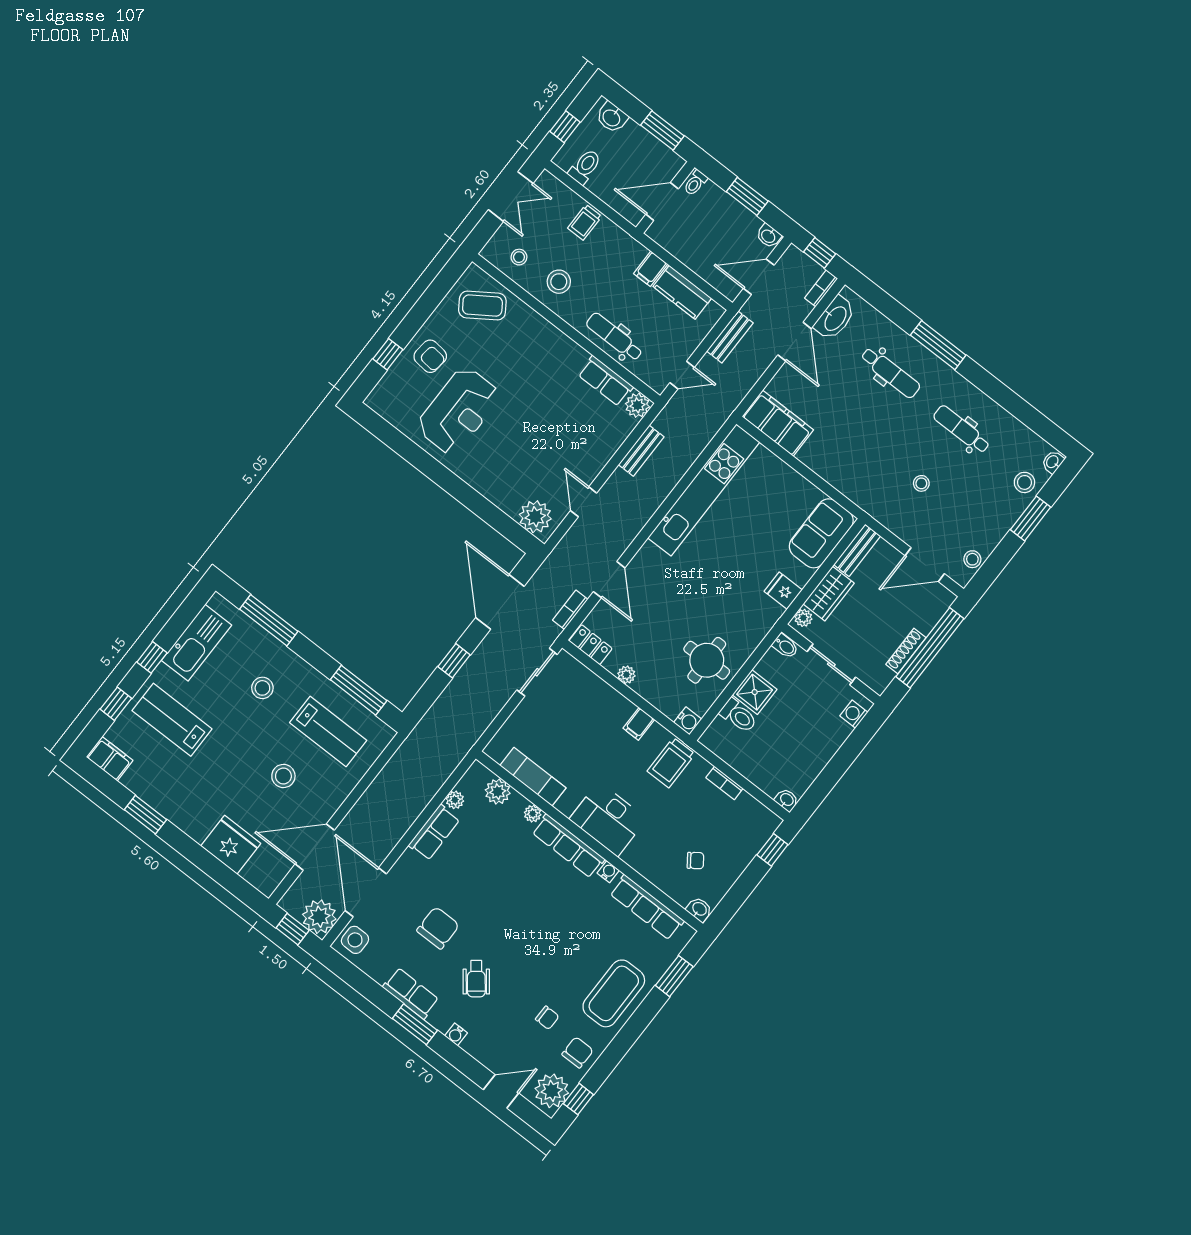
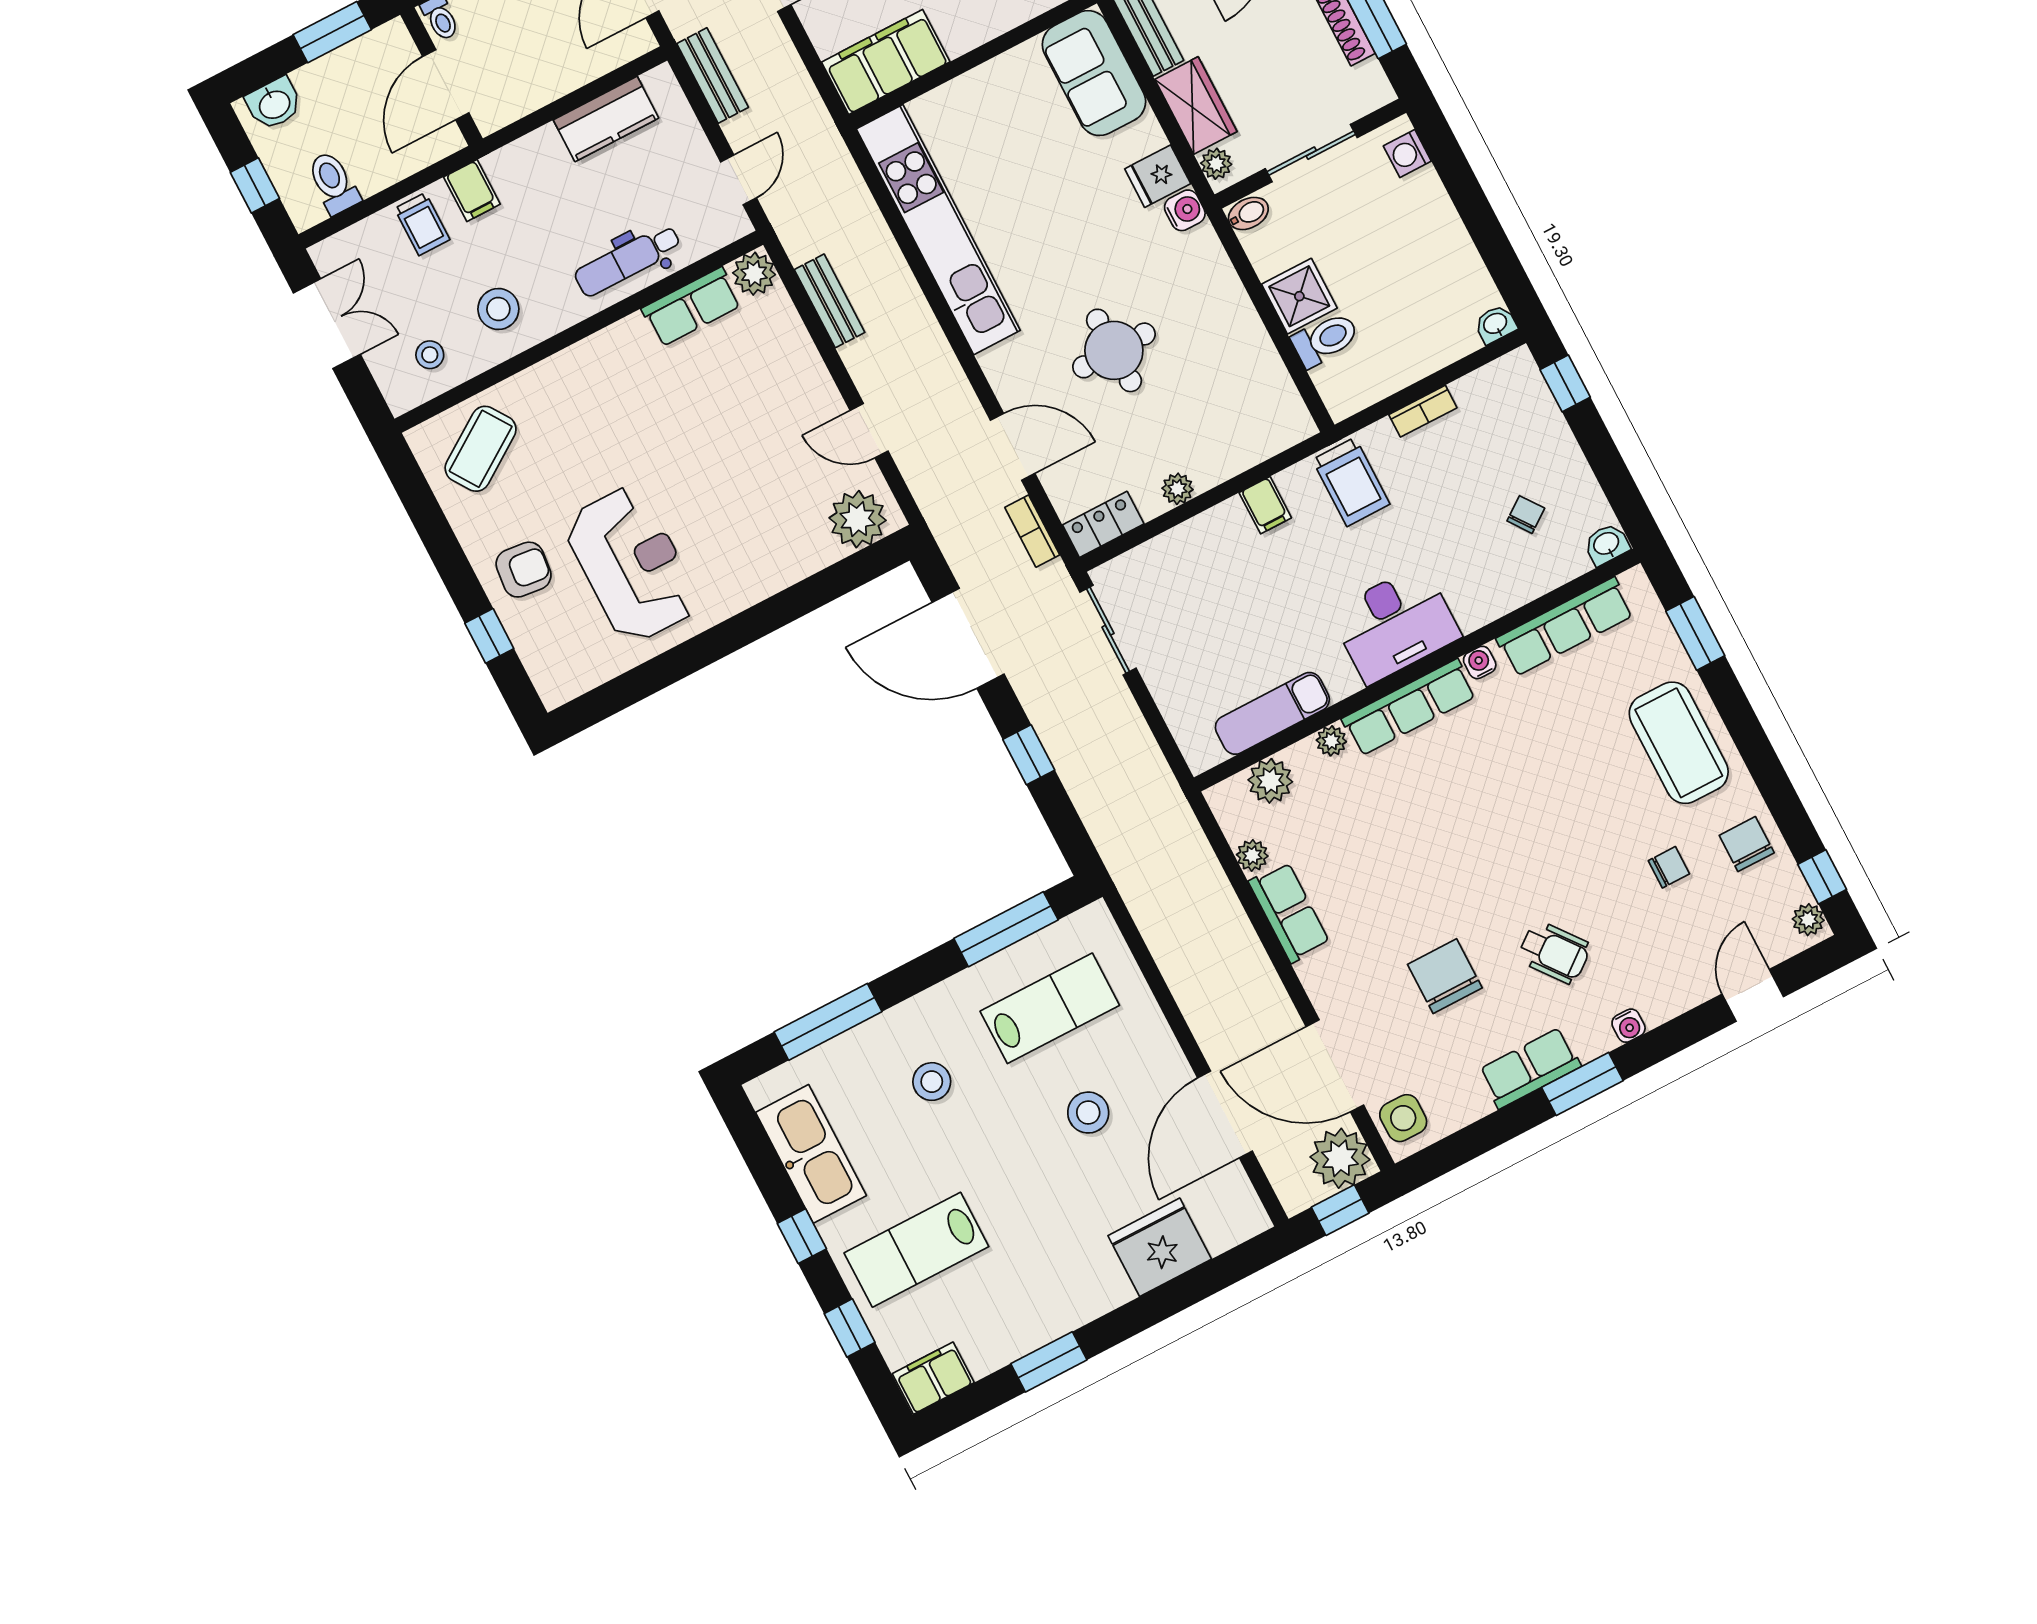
filing cabinet: (651, 269) -> (472, 191), moved
round table: (707, 660) -> (1114, 350), moved
water cooler: (688, 721) -> (1185, 210), moved
plant: (552, 1091) -> (1808, 920), width x0.53, depth x0.53

